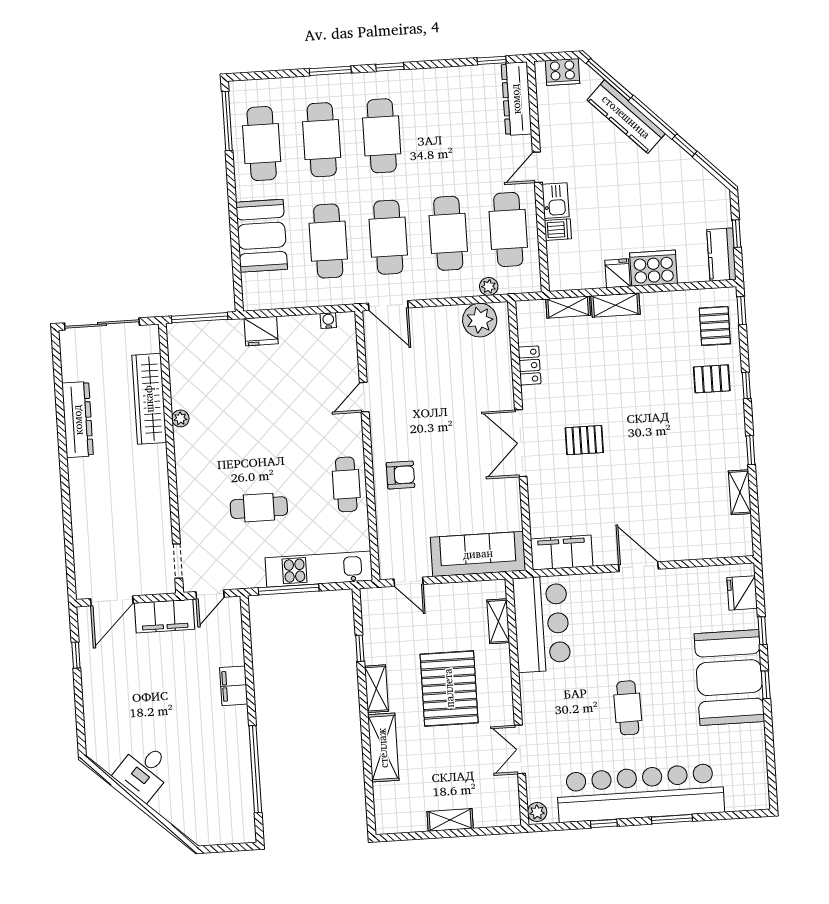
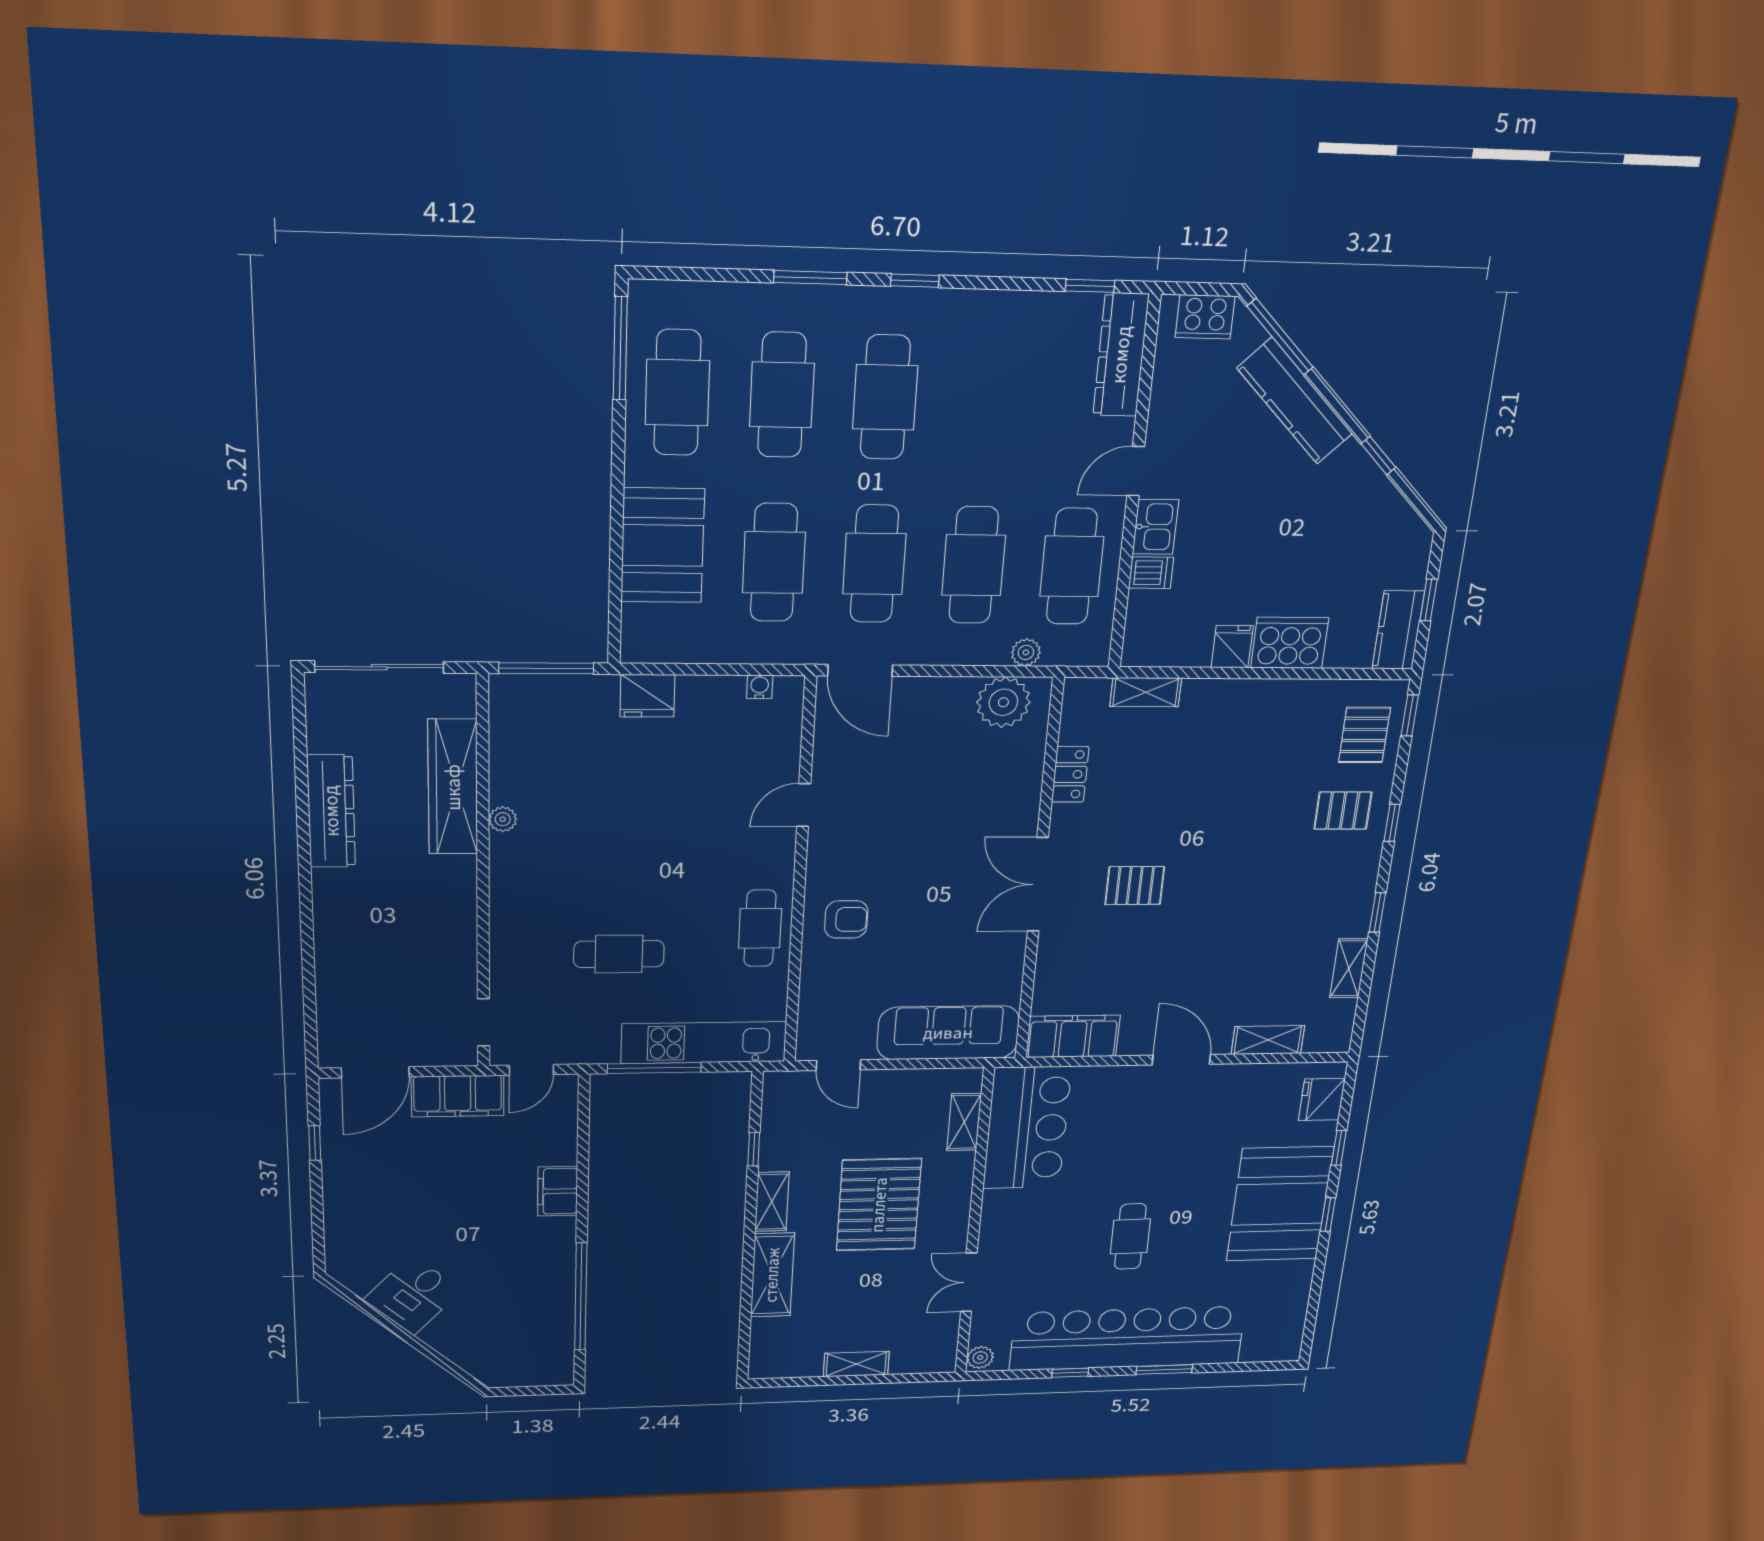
shelving: (616, 305) -> (1268, 1040), moved

